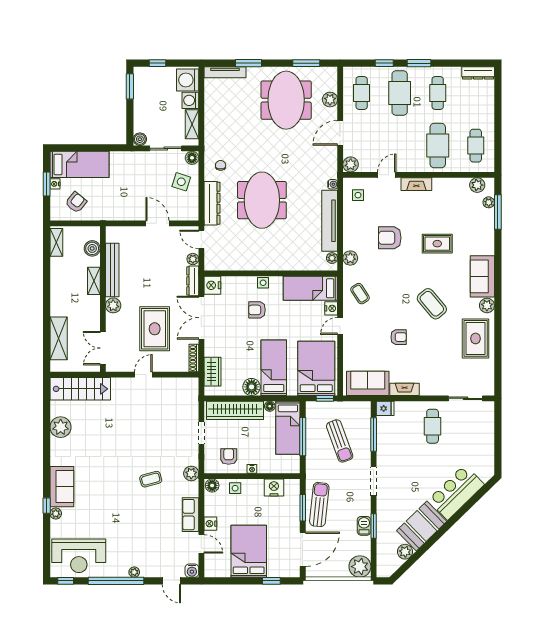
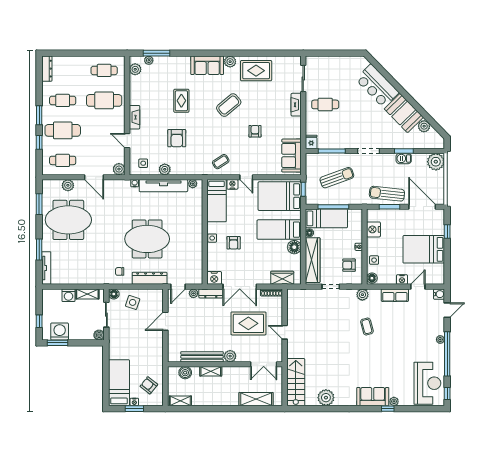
washing machine: (188, 80) -> (60, 331), moved, turned 180
plant: (350, 258) -> (165, 169), moved
fireplace: (404, 389) -> (296, 105), moved

